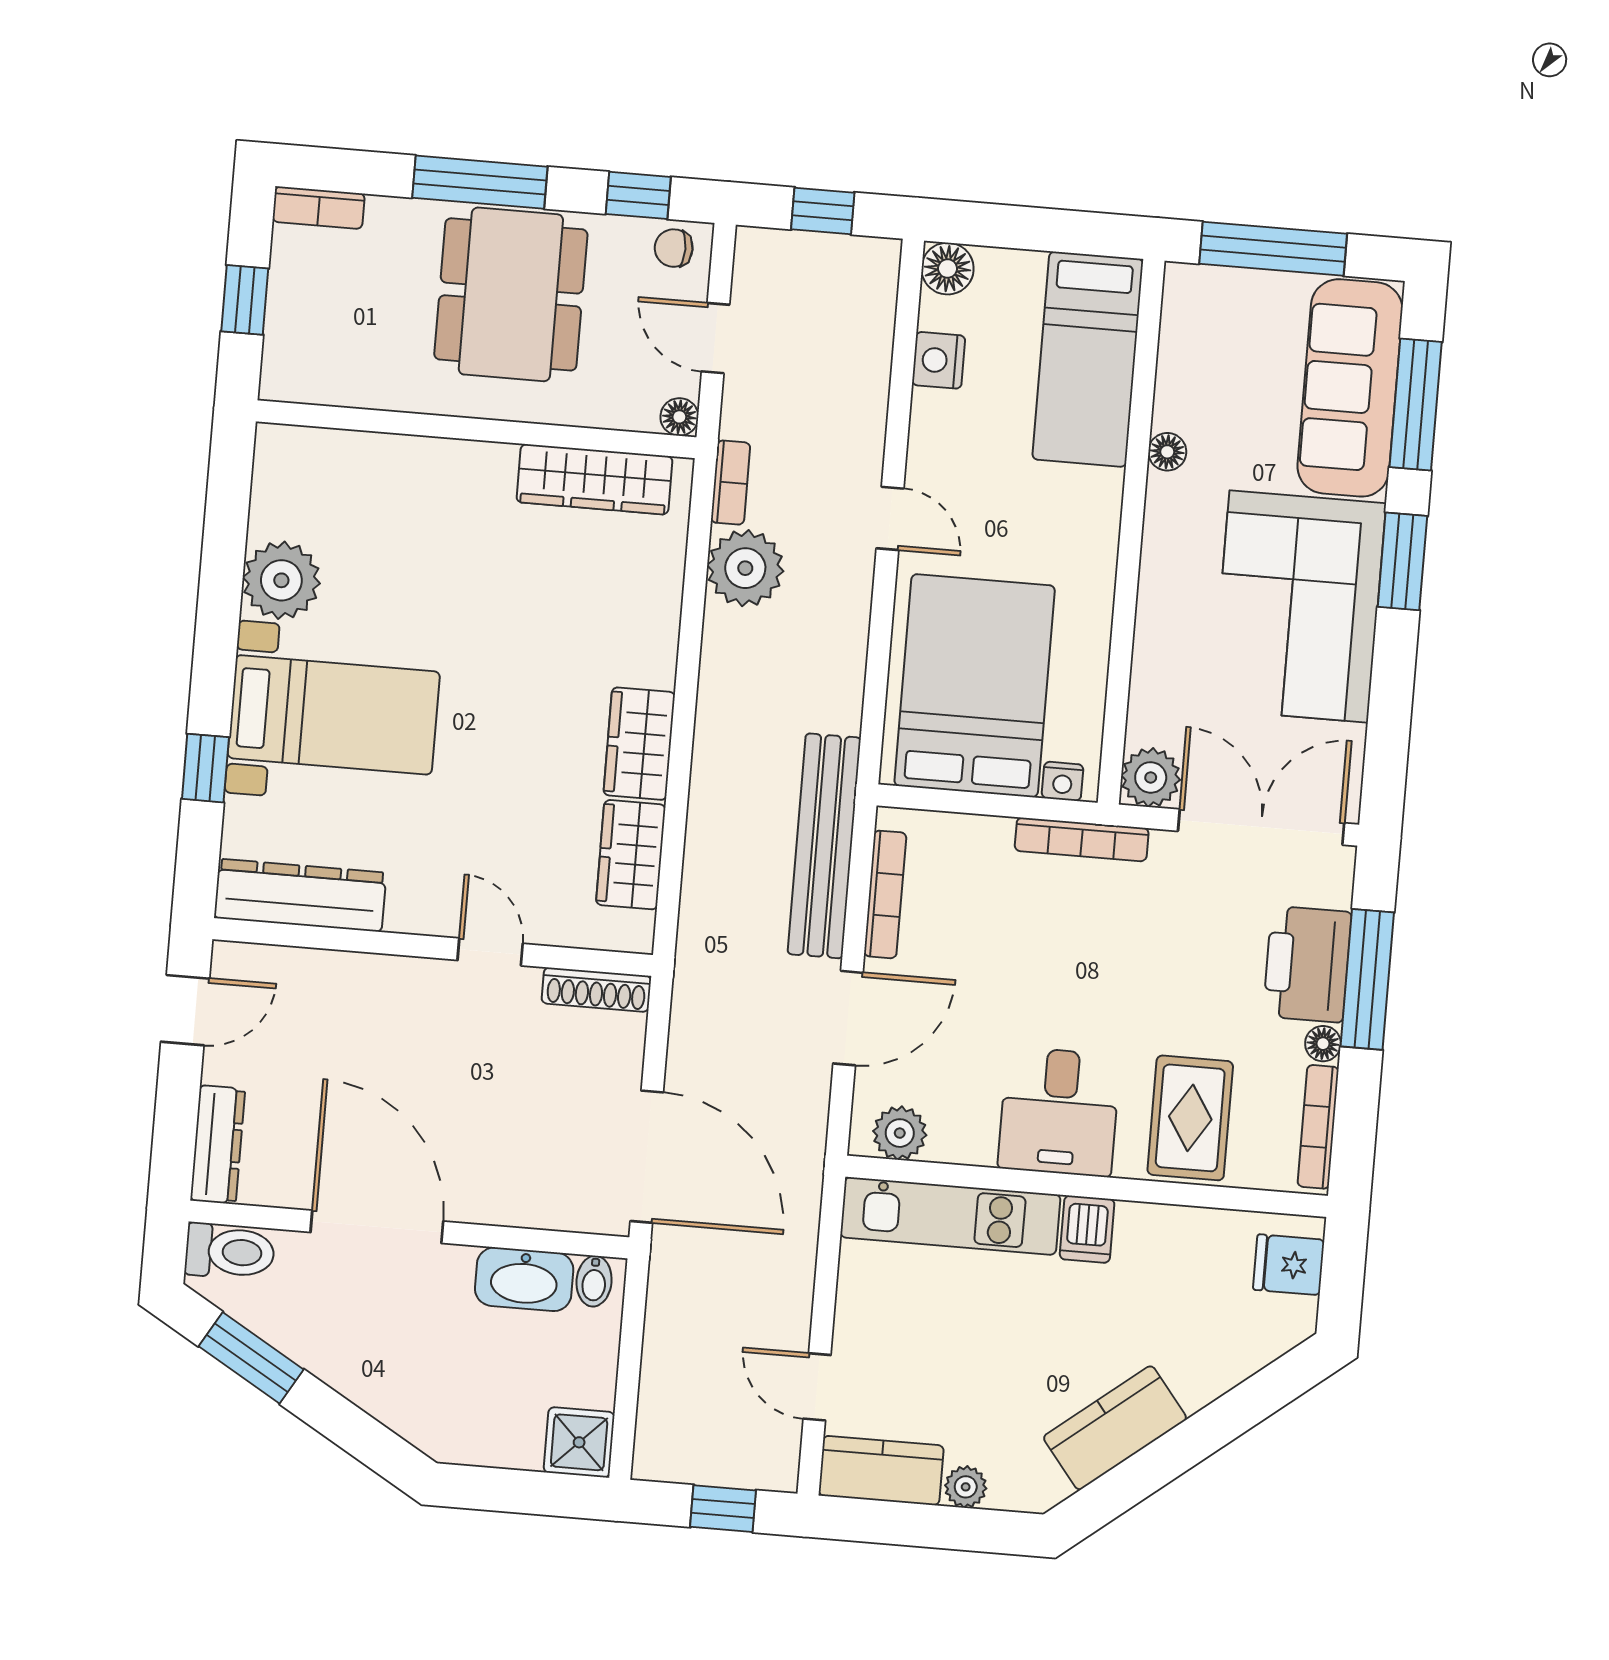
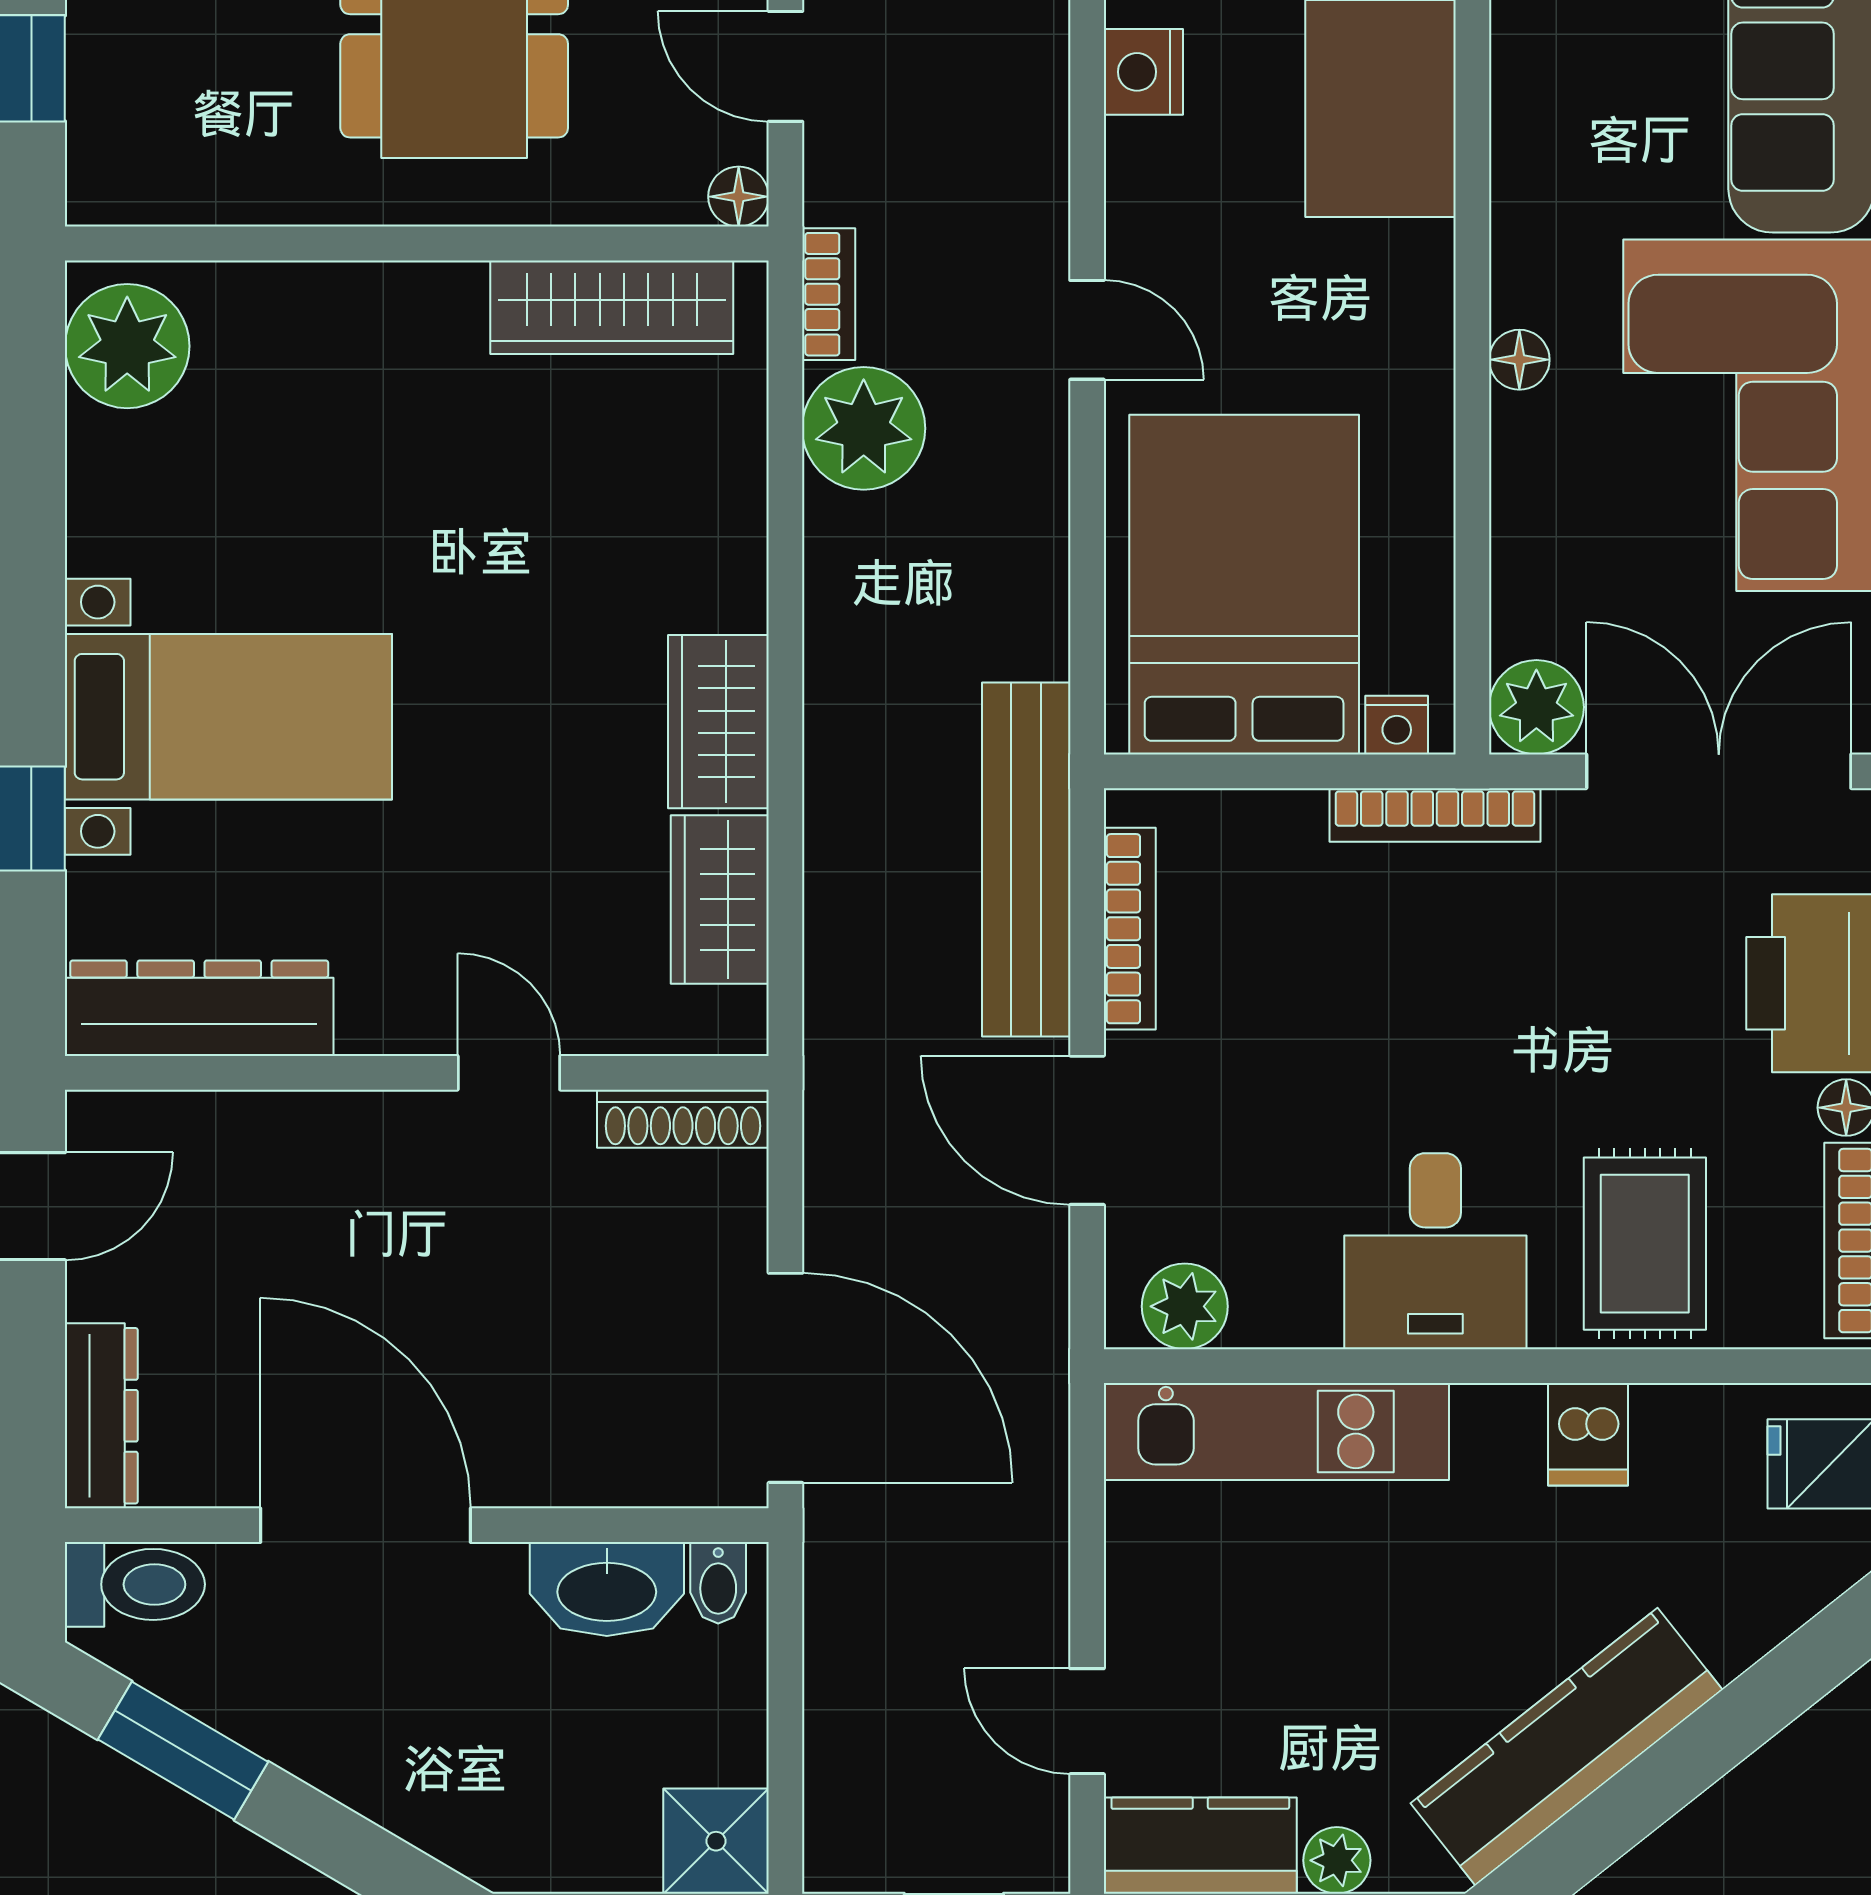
floor lamp: (1167, 452) -> (1519, 360), moved
plant: (281, 580) -> (127, 346), moved
door: (848, 1018) -> (1087, 1130), swing flipped
dishwasher: (1087, 1229) -> (1588, 1434), moved
kitchen counter: (1115, 1428) -> (1567, 1747), width x1.50

